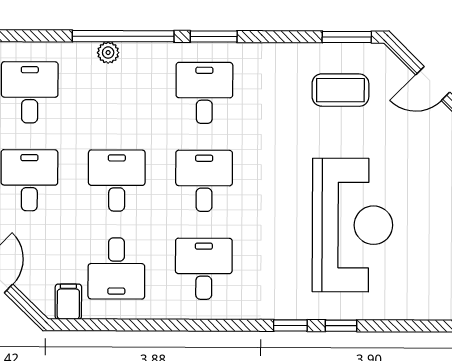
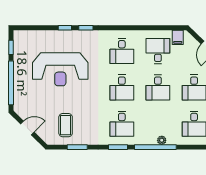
window: (347, 37) -> (77, 147), moved
coffee table: (340, 90) -> (66, 125), turned 90
reception desk: (353, 225) -> (60, 69), turned -90

